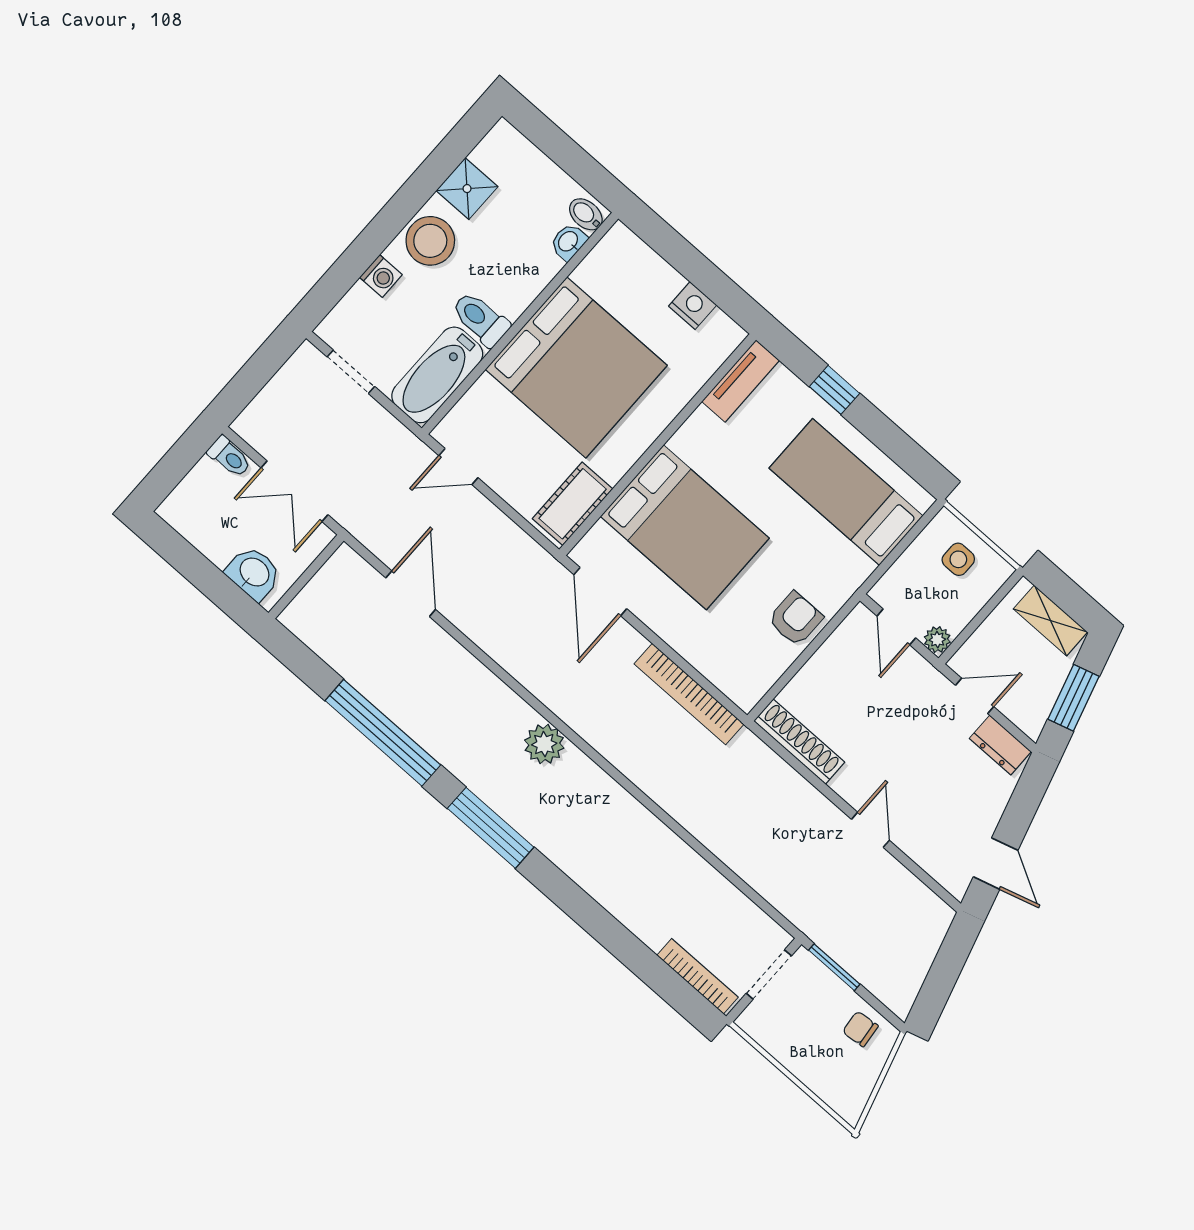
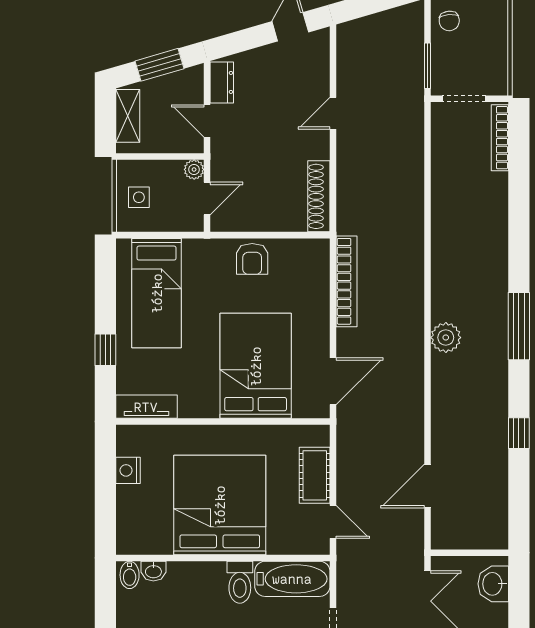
cot: (573, 504) -> (315, 475), moved, turned 90
armchair: (795, 619) -> (252, 259), turned -90
window: (383, 733) -> (519, 433), width x0.32

